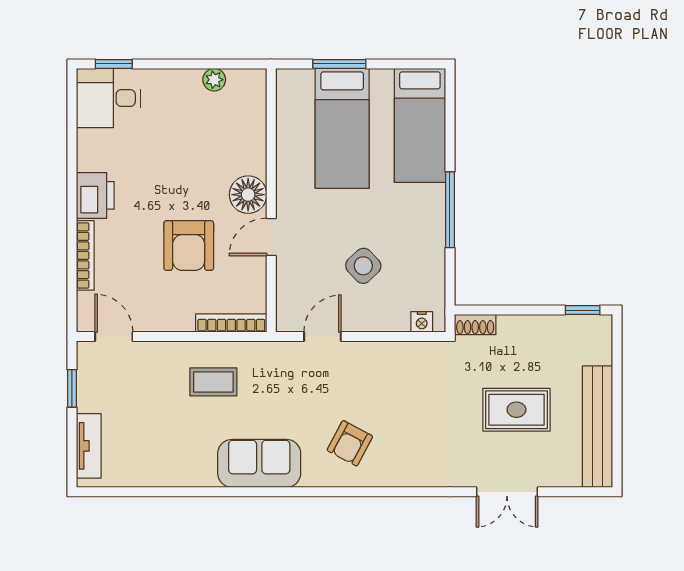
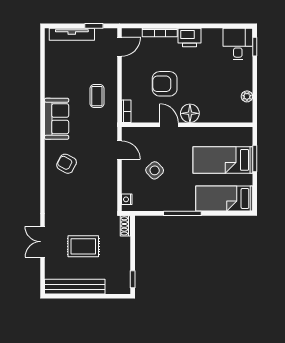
bookcase: (231, 323) -> (126, 111), width x0.64
rug: (516, 410) -> (83, 246), turned 90
tv unit: (89, 446) -> (72, 34), width x1.41

